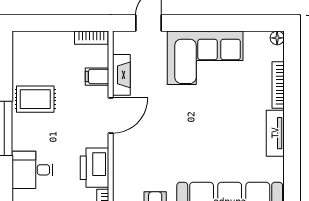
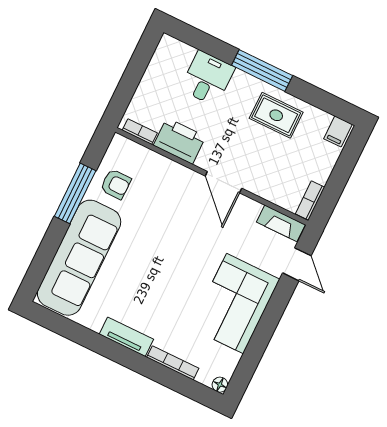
fireplace: (121, 75) -> (281, 223), moved
filing cabinet: (97, 77) -> (338, 131), moved, turned 180
rug: (35, 99) -> (276, 115), turned 90

